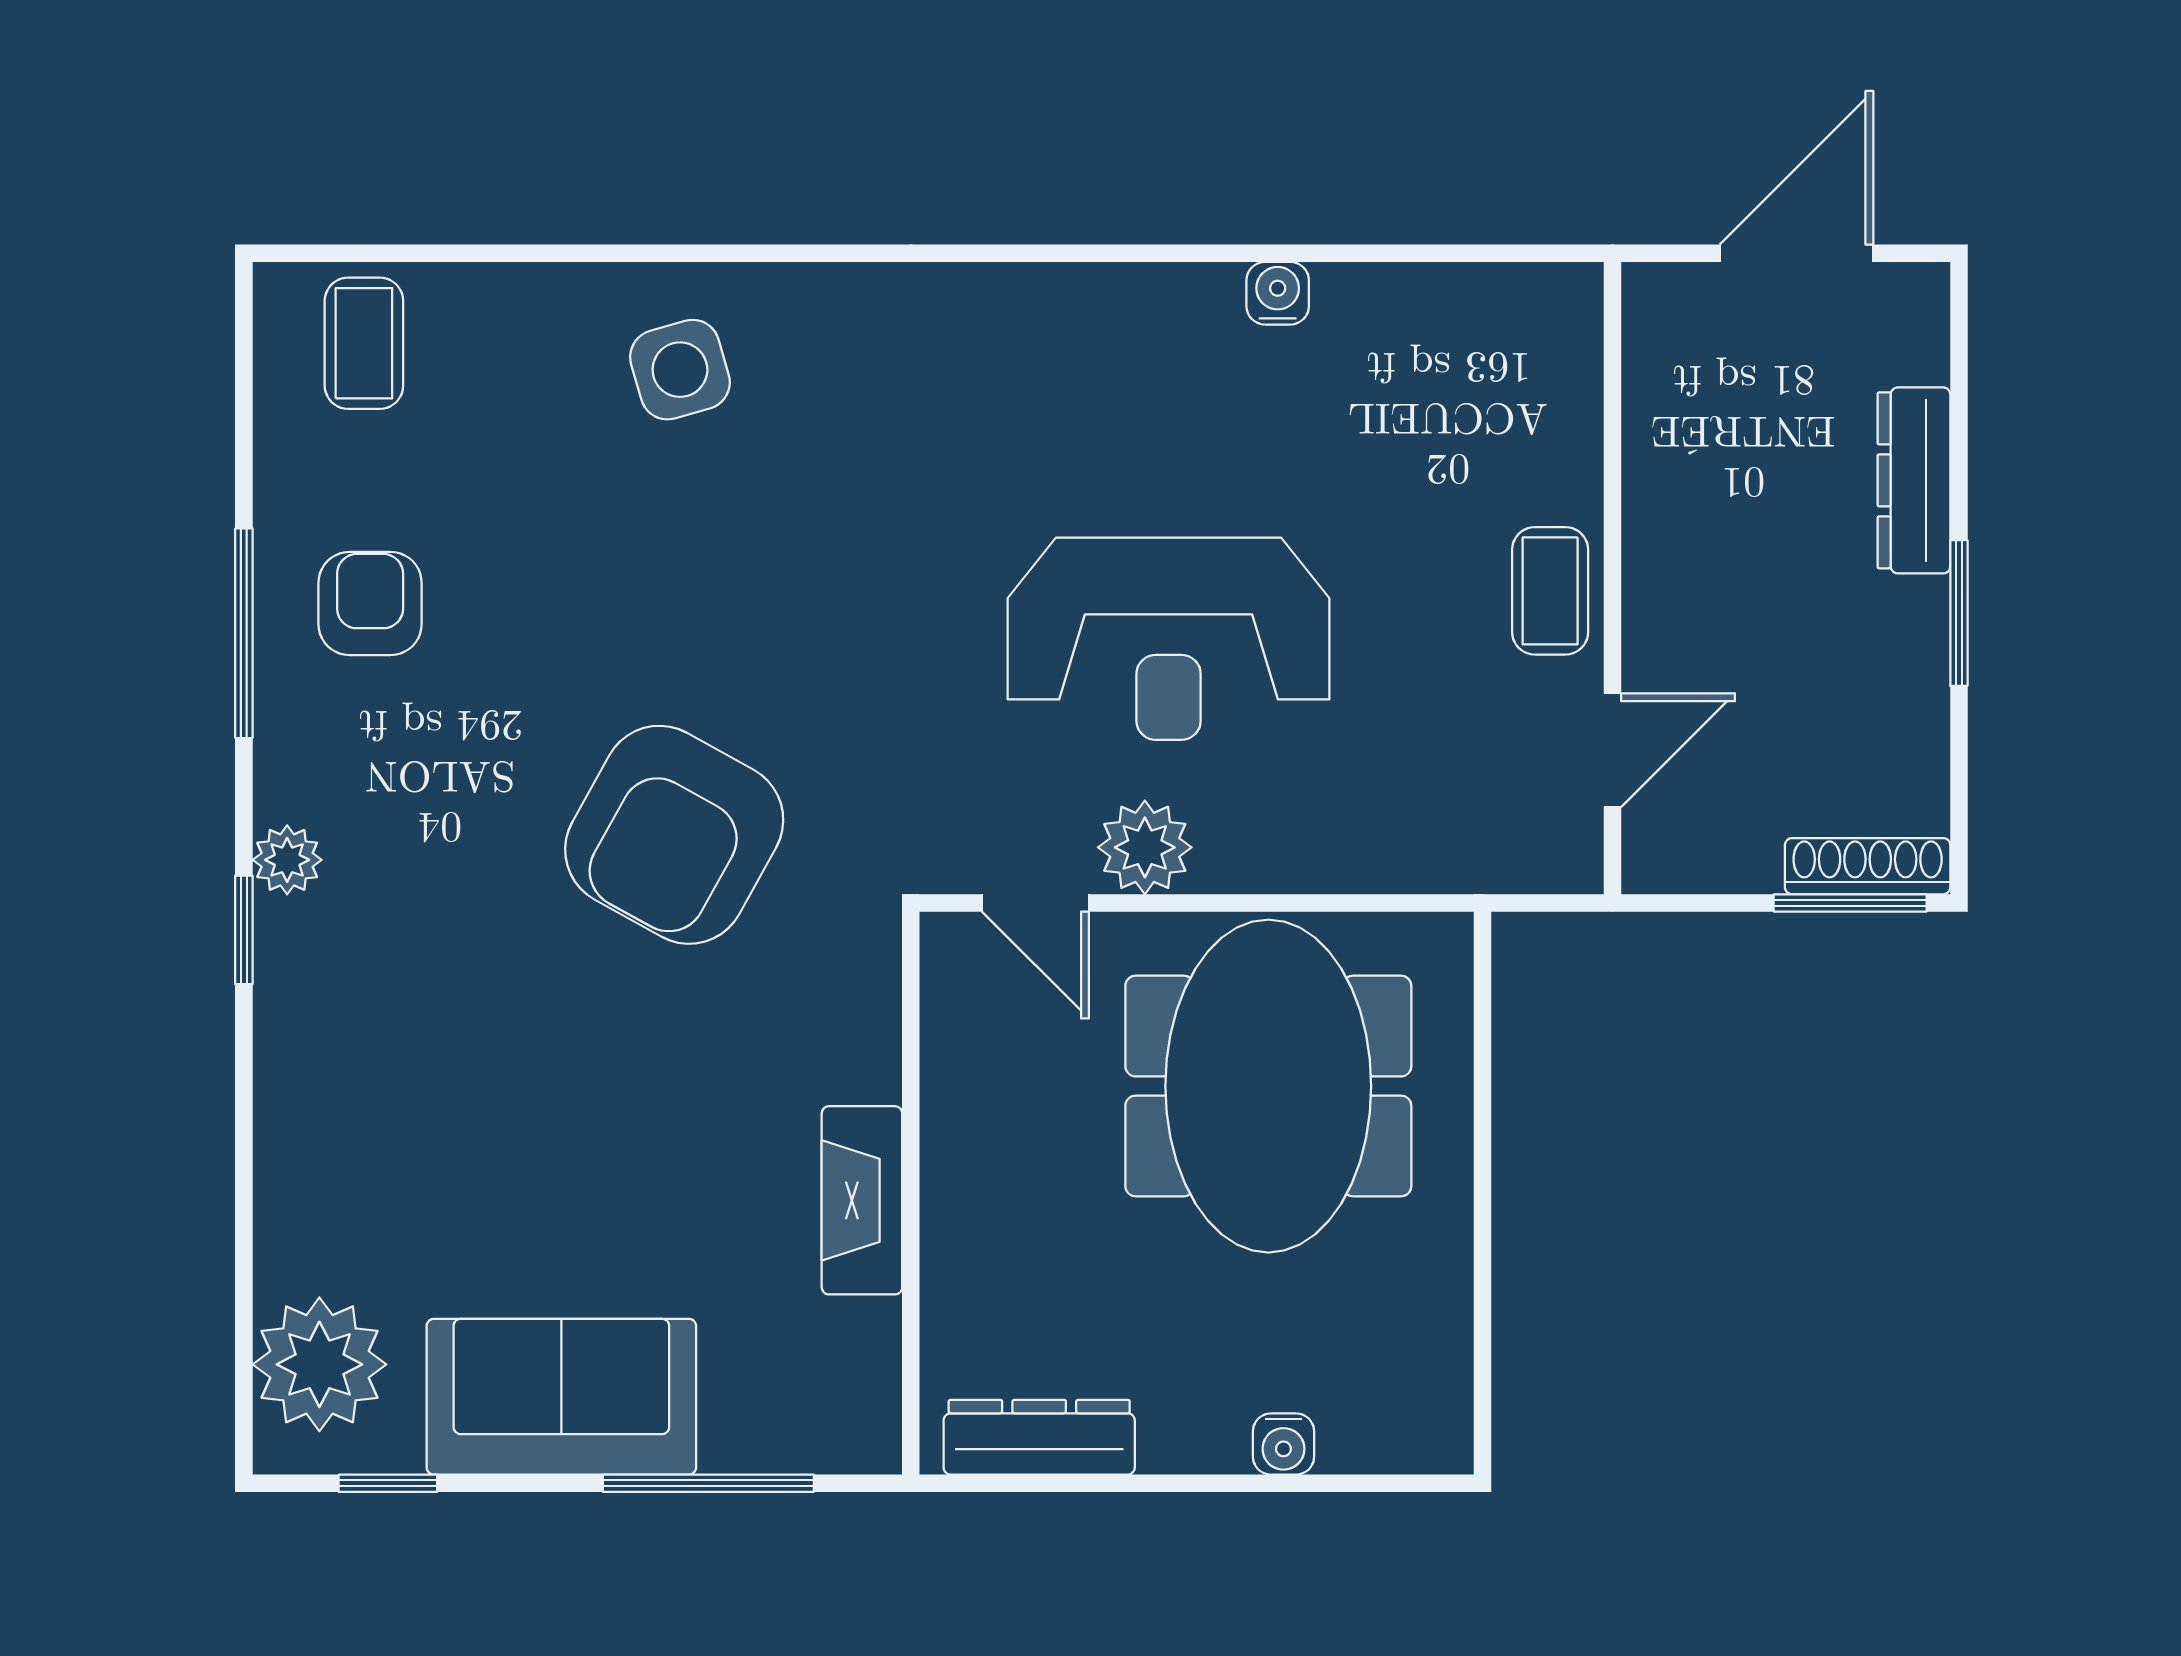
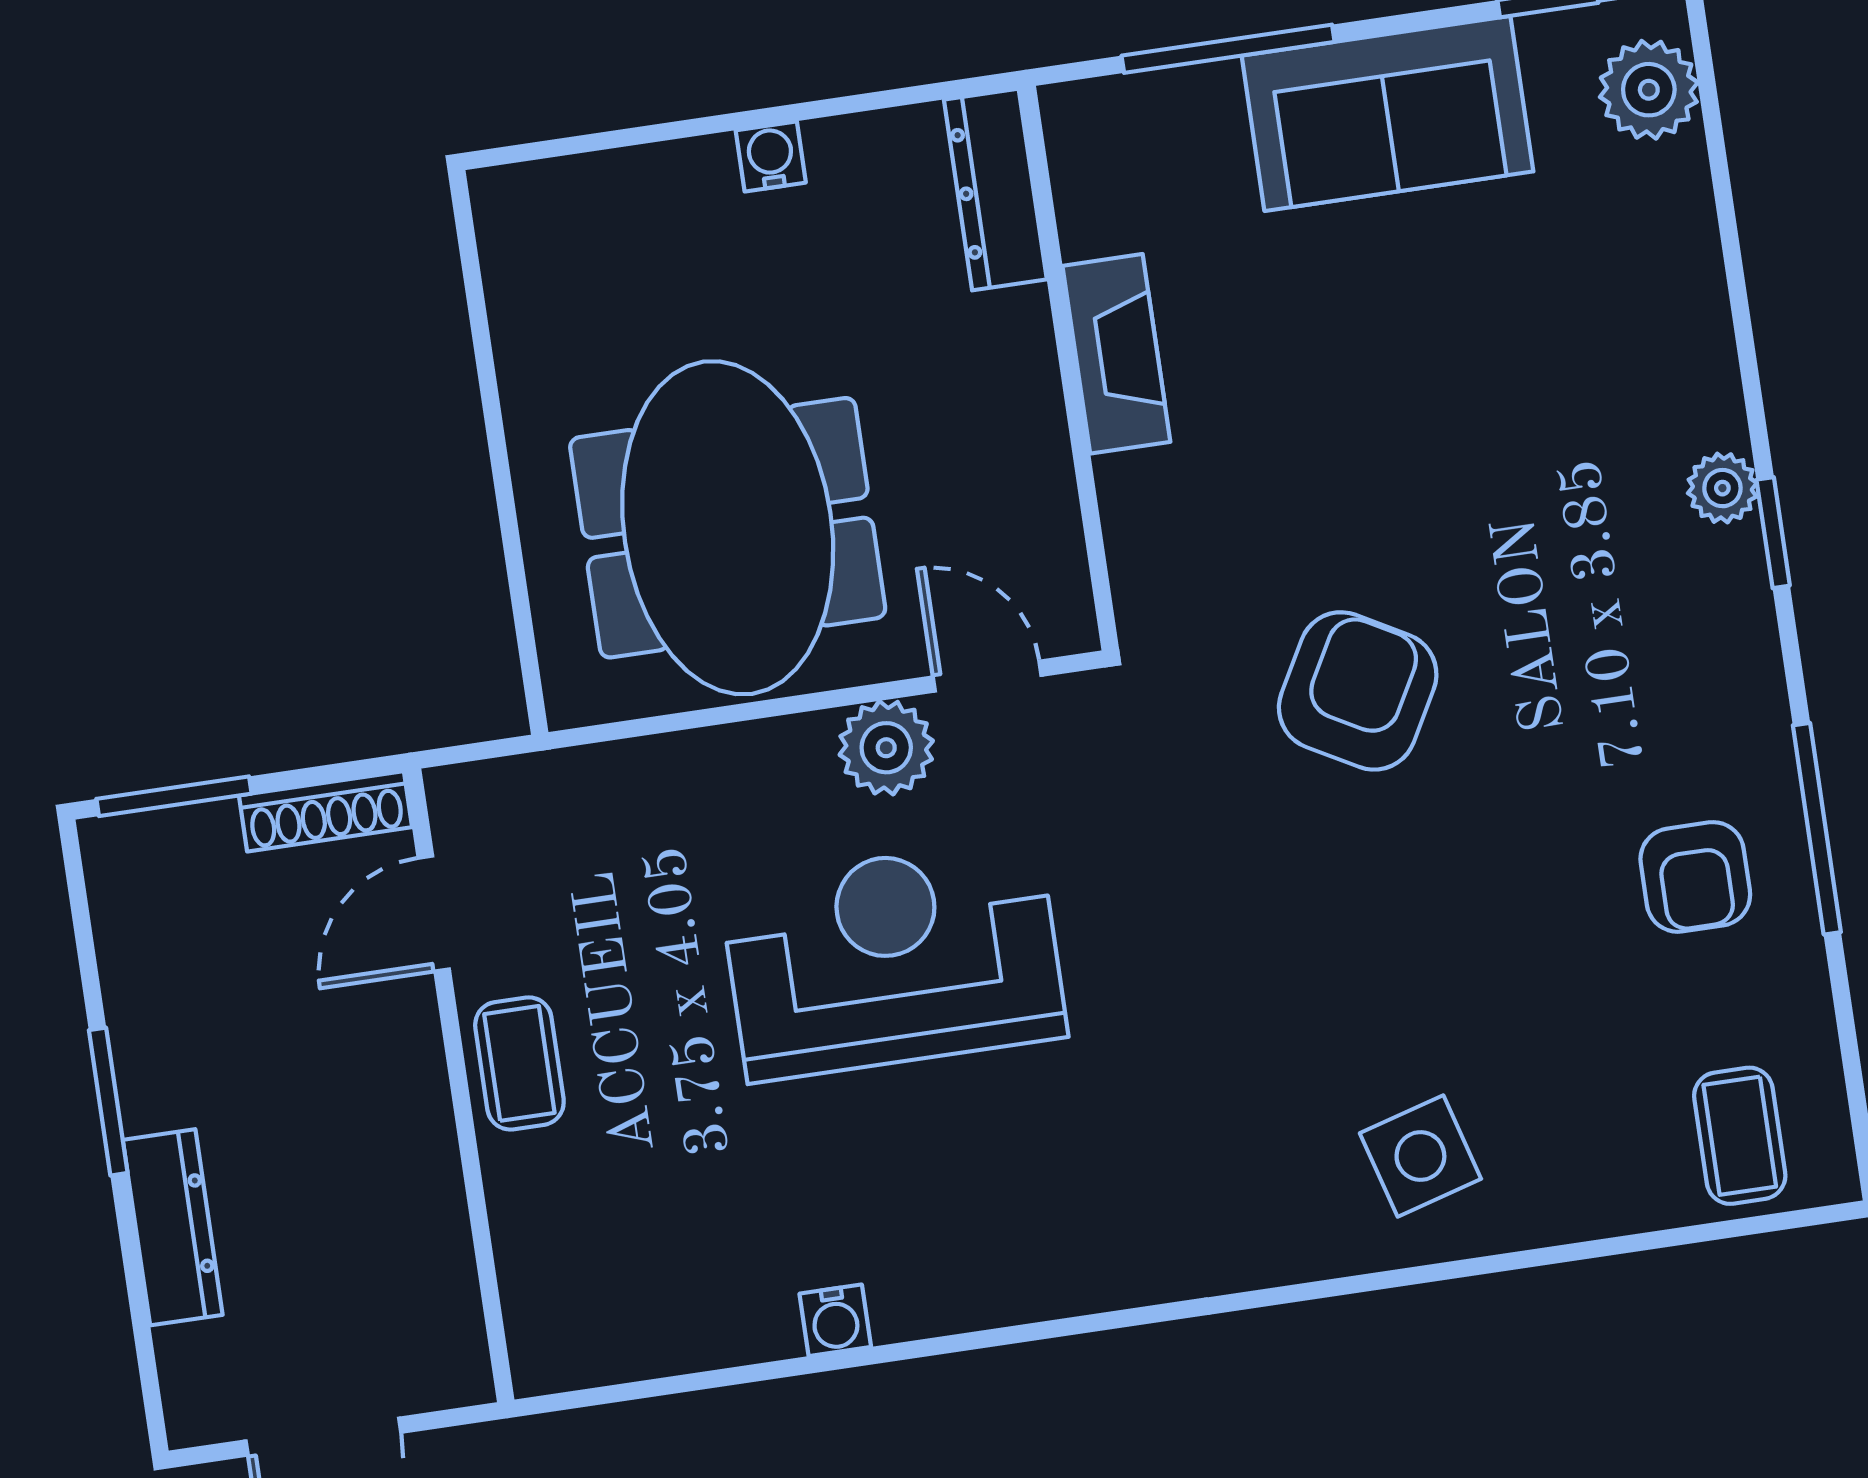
armchair: (674, 835) -> (1358, 691), width x0.73, depth x0.73
plant: (287, 860) -> (1722, 488), moved
shoe rack: (1868, 866) -> (325, 811), moved
plant: (319, 1364) -> (1649, 90), width x0.73, depth x0.73
dresser: (1039, 1437) -> (995, 189), moved, turned 90
water cooler: (1283, 1444) -> (771, 156), moved

